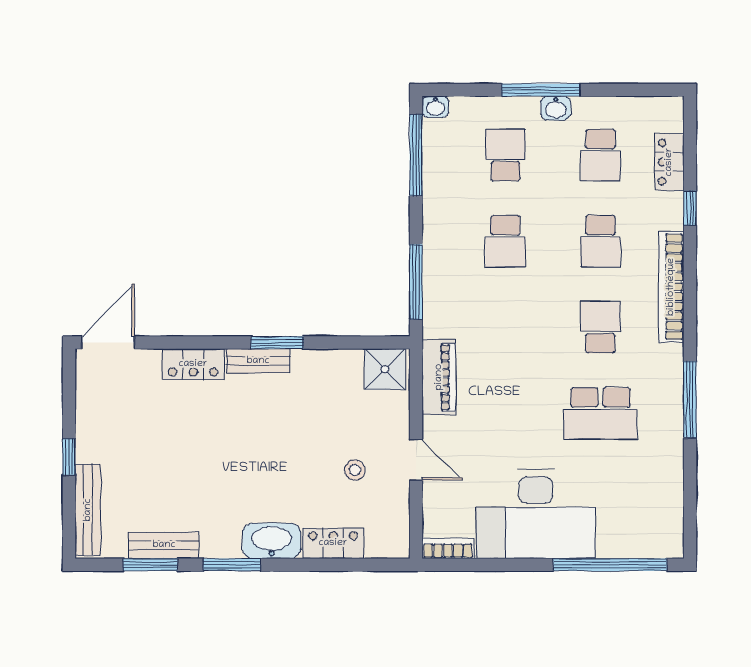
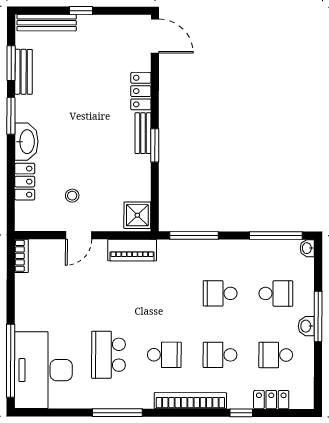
desk: (536, 514) -> (43, 370), moved

